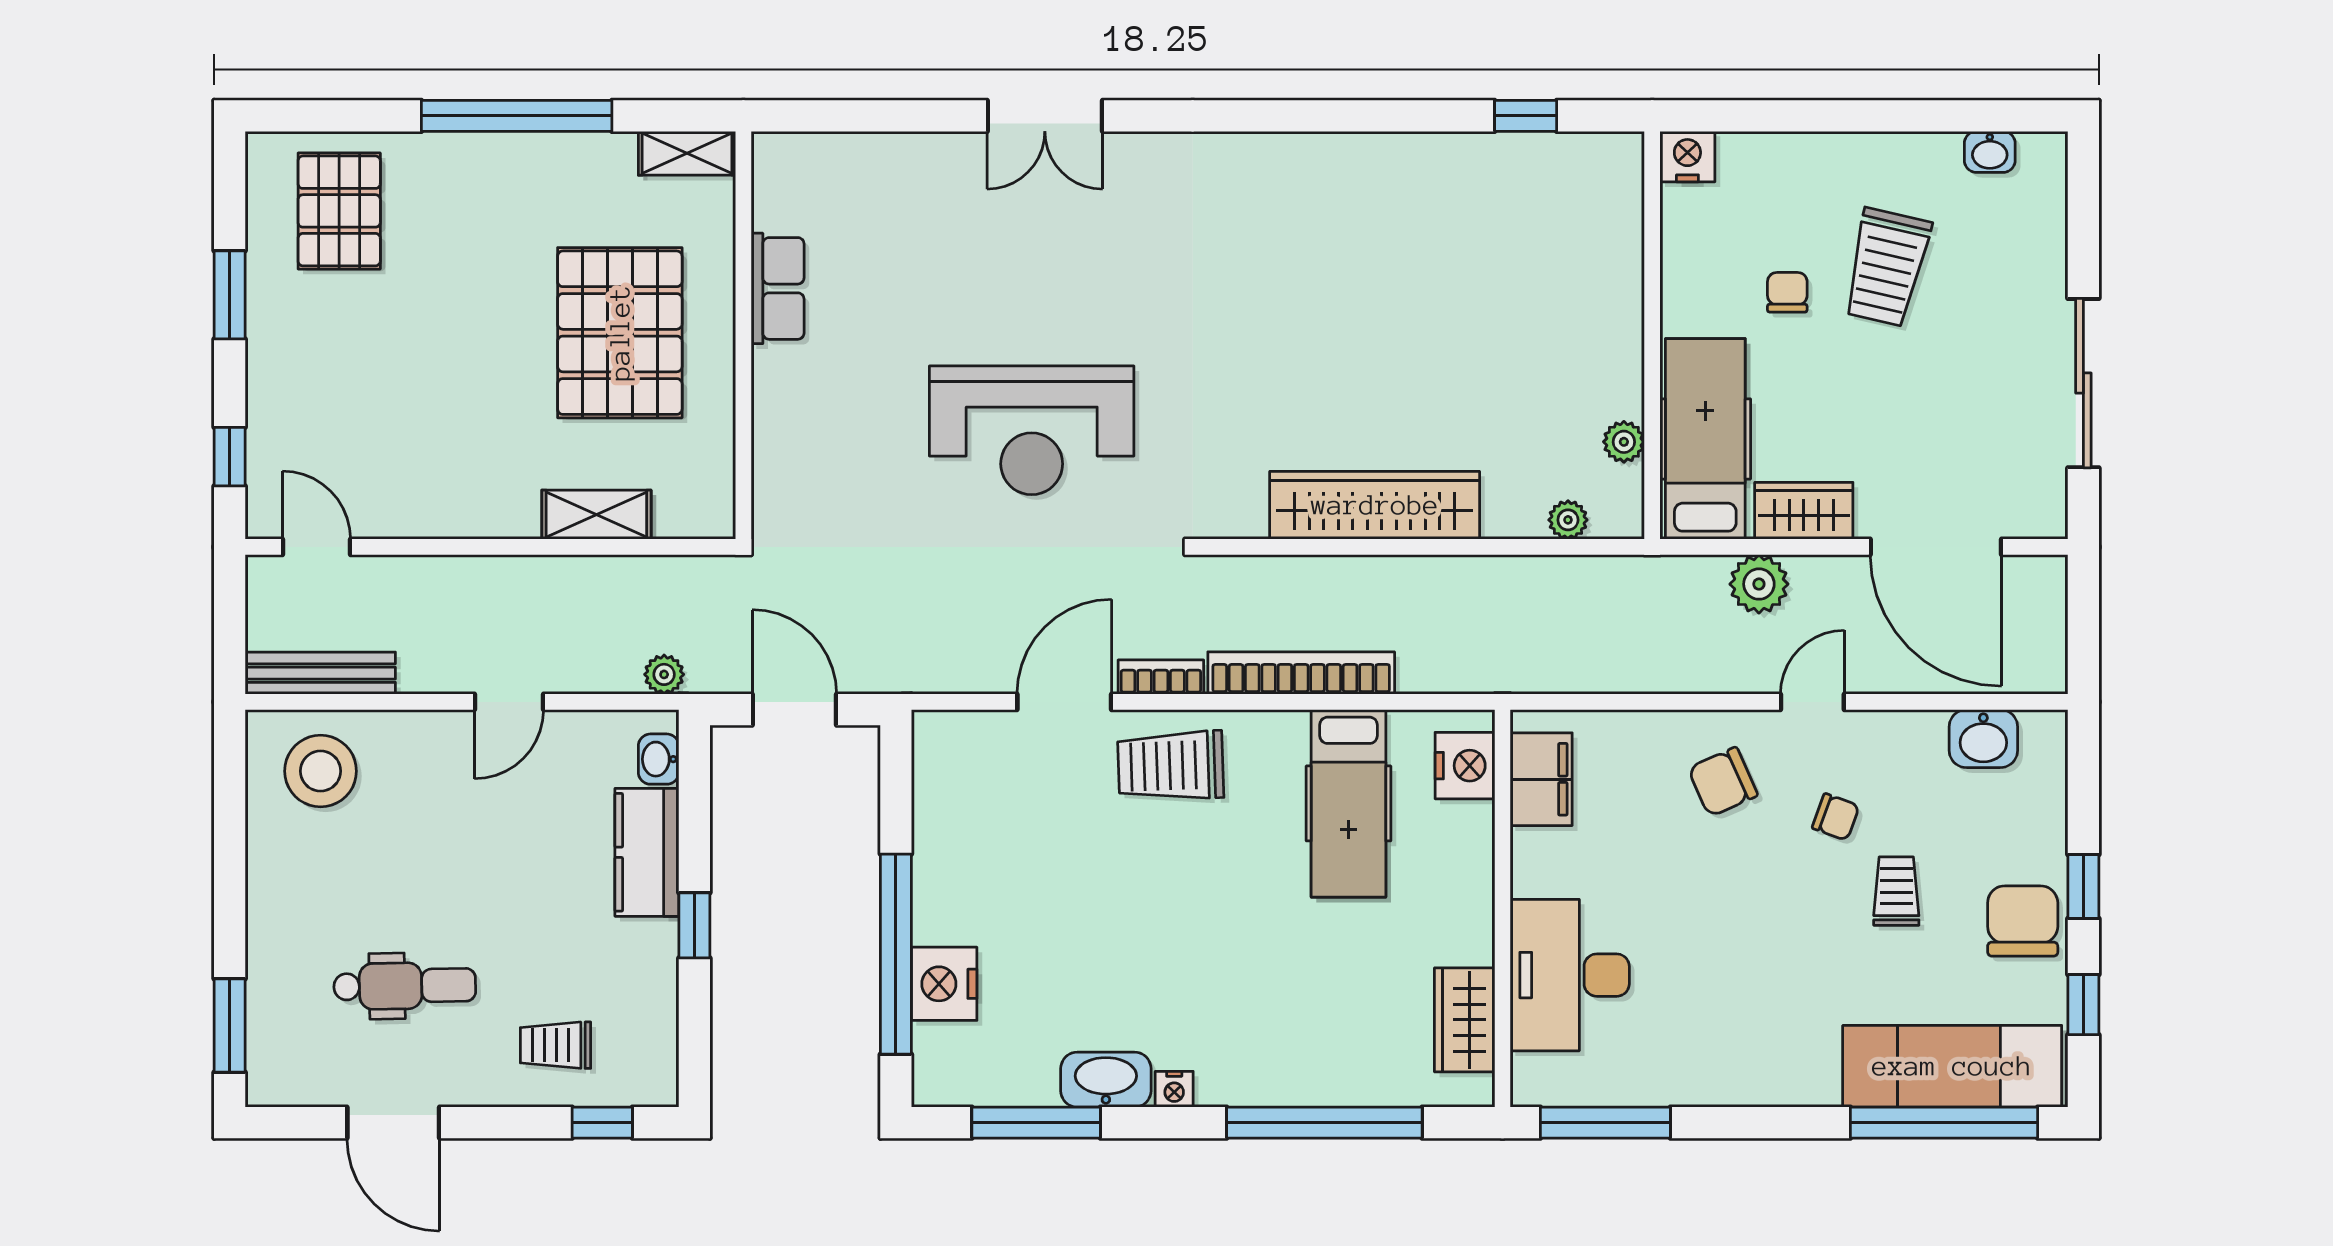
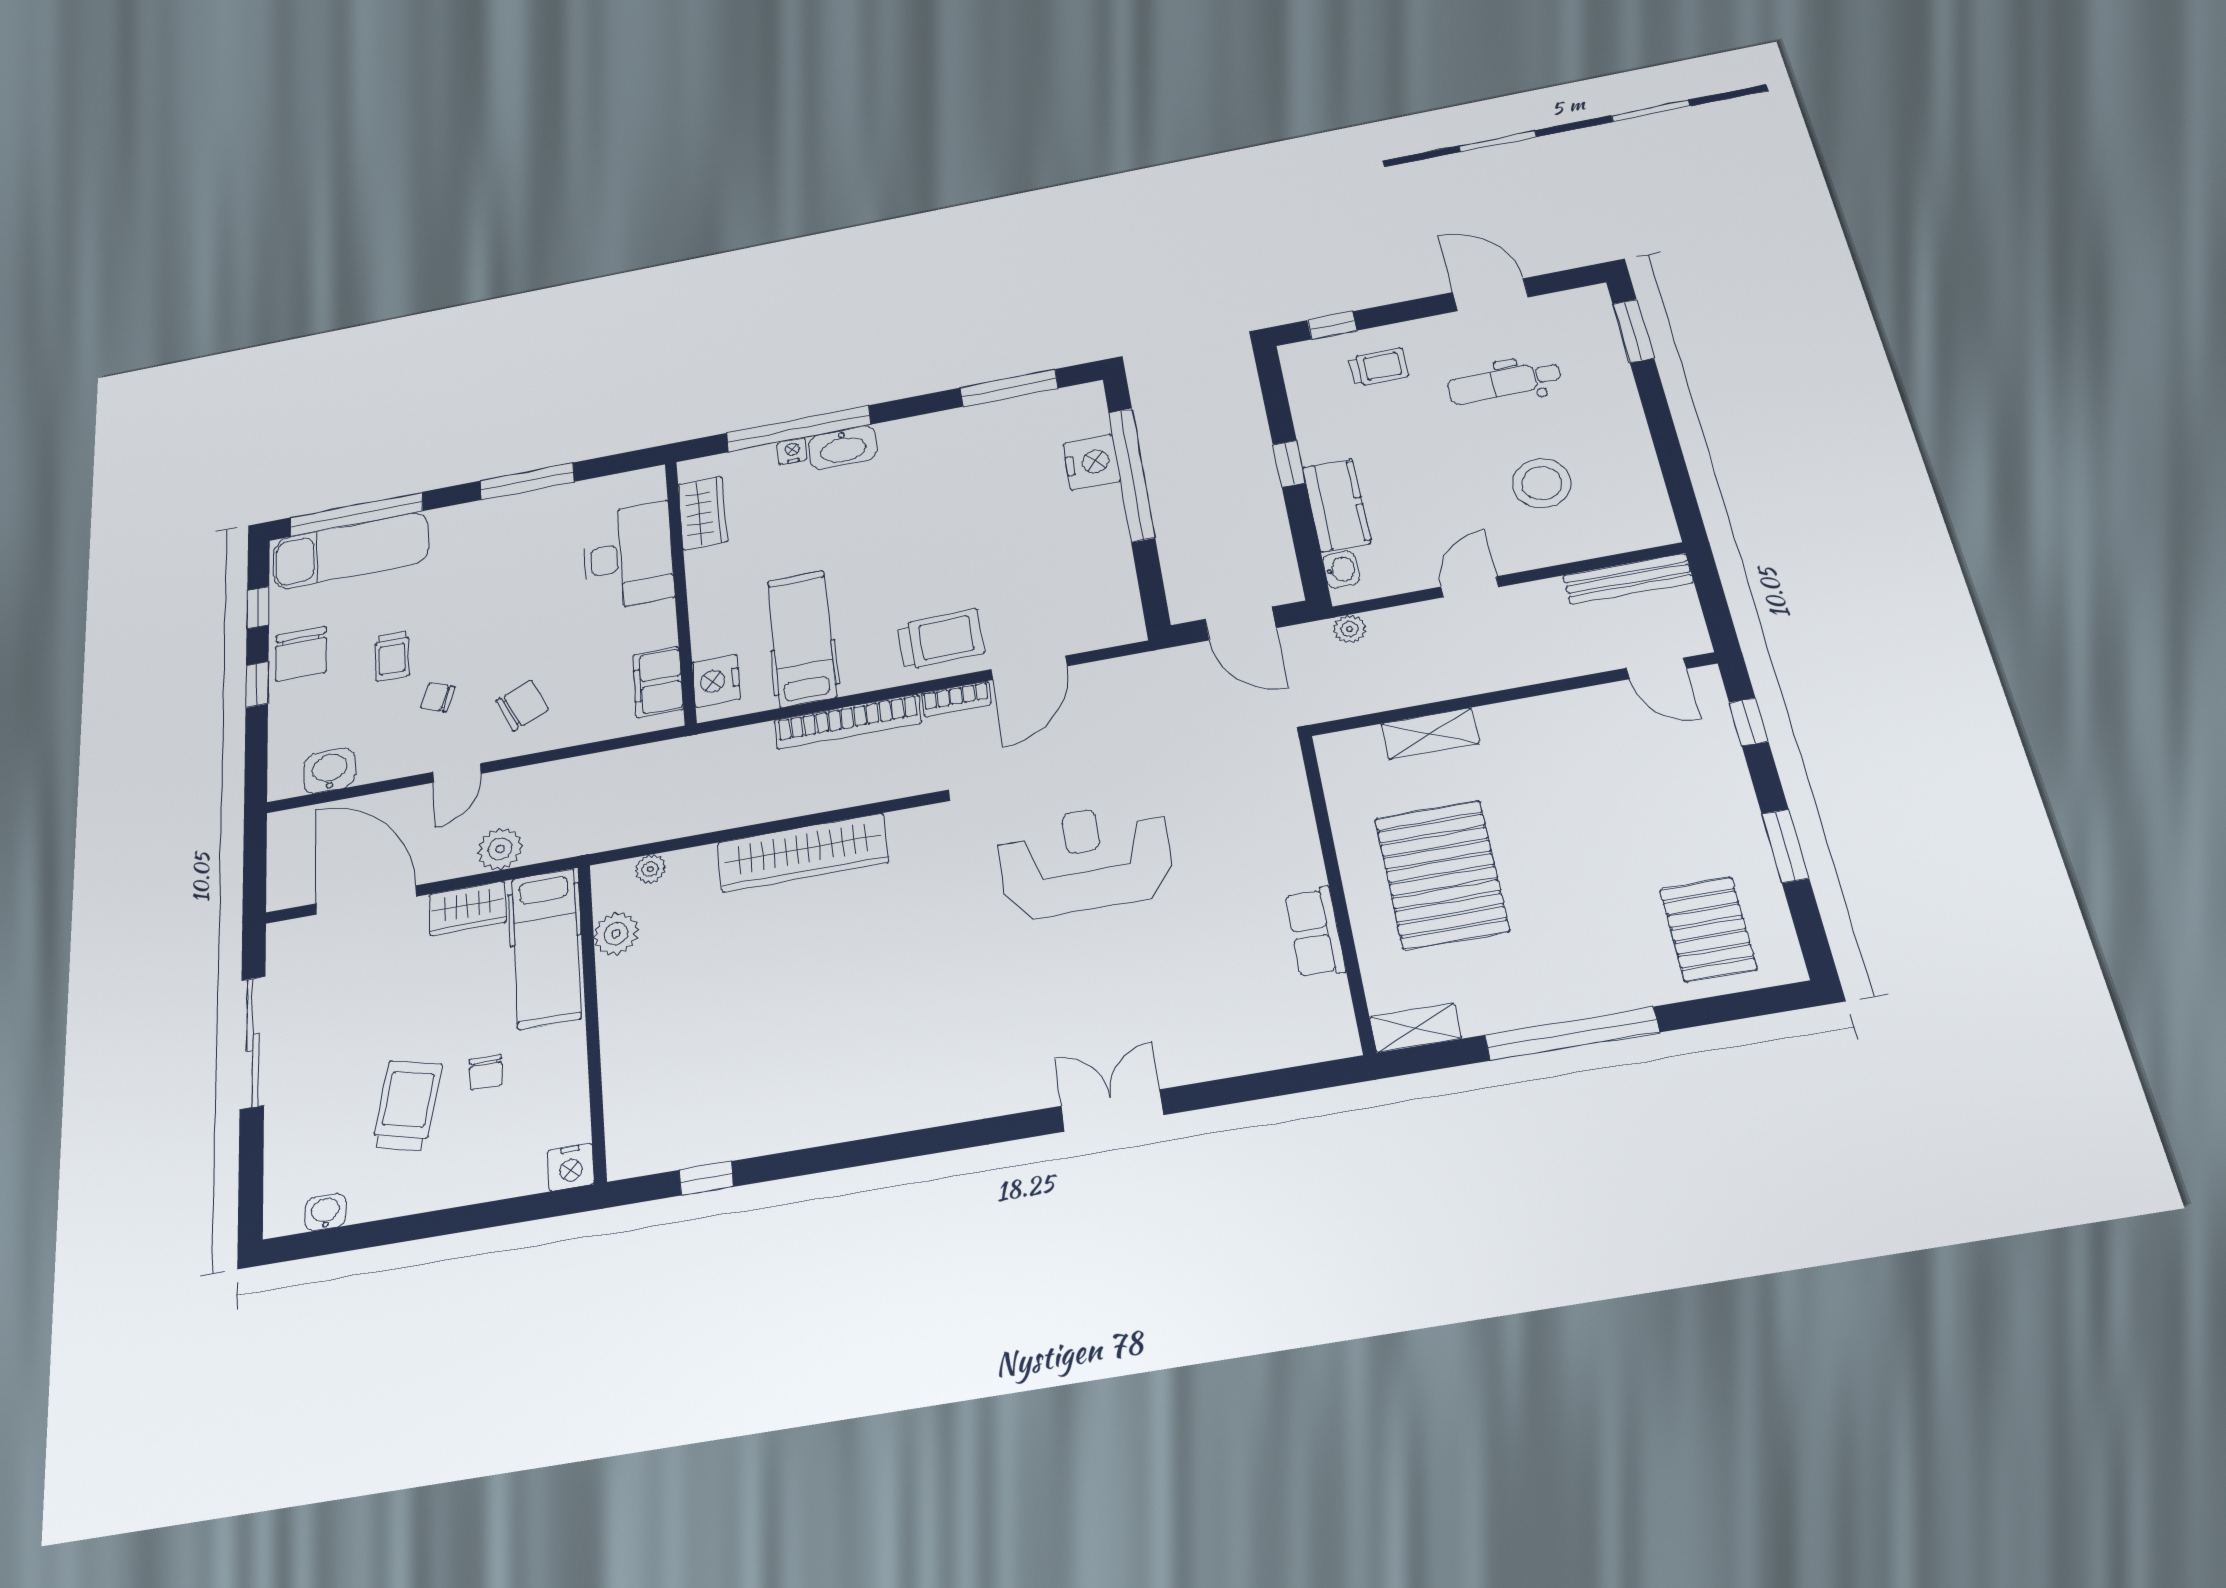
plant: (1624, 442) -> (616, 934), width x1.38, depth x1.38
stool: (321, 771) -> (1542, 483), moved
washbasin: (1106, 1080) -> (843, 447), moved
nightstand: (1174, 1089) -> (792, 451), moved
window: (1605, 1123) -> (527, 481), moved

